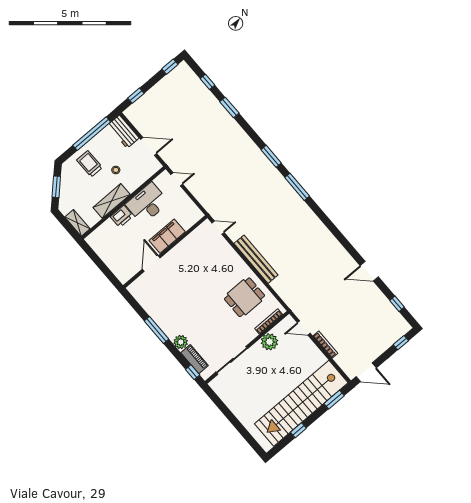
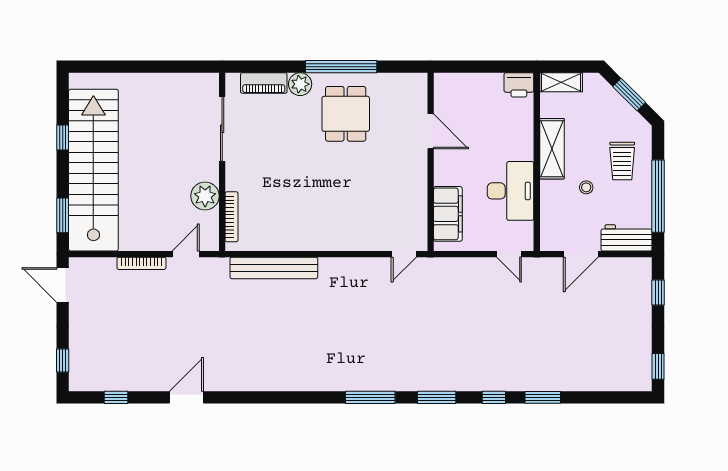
window: (208, 82) -> (494, 397), moved
trolley: (90, 164) -> (622, 161), turned 90
door: (177, 179) -> (509, 254), hinge flipped
printer: (122, 216) -> (519, 85), moved, turned -90
filing cabinet: (167, 236) -> (448, 214), moved
bench: (256, 259) -> (274, 268), moved
dining table: (245, 297) -> (346, 114), moved
window: (157, 330) -> (341, 67), width x1.46
window: (193, 372) -> (249, 67), removed
door: (366, 372) -> (63, 285), hinge flipped

